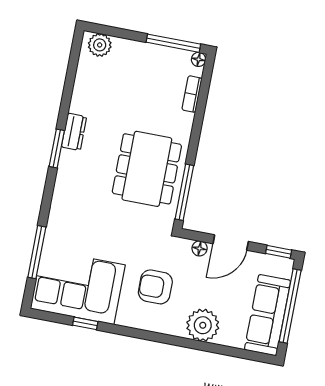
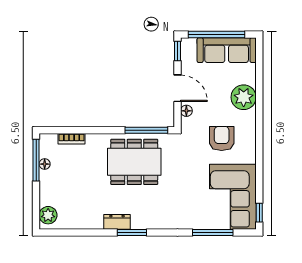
floor lamp: (199, 59) -> (45, 164), moved
armchair: (155, 287) -> (222, 138), turned 180
window: (85, 323) -> (259, 213), moved

